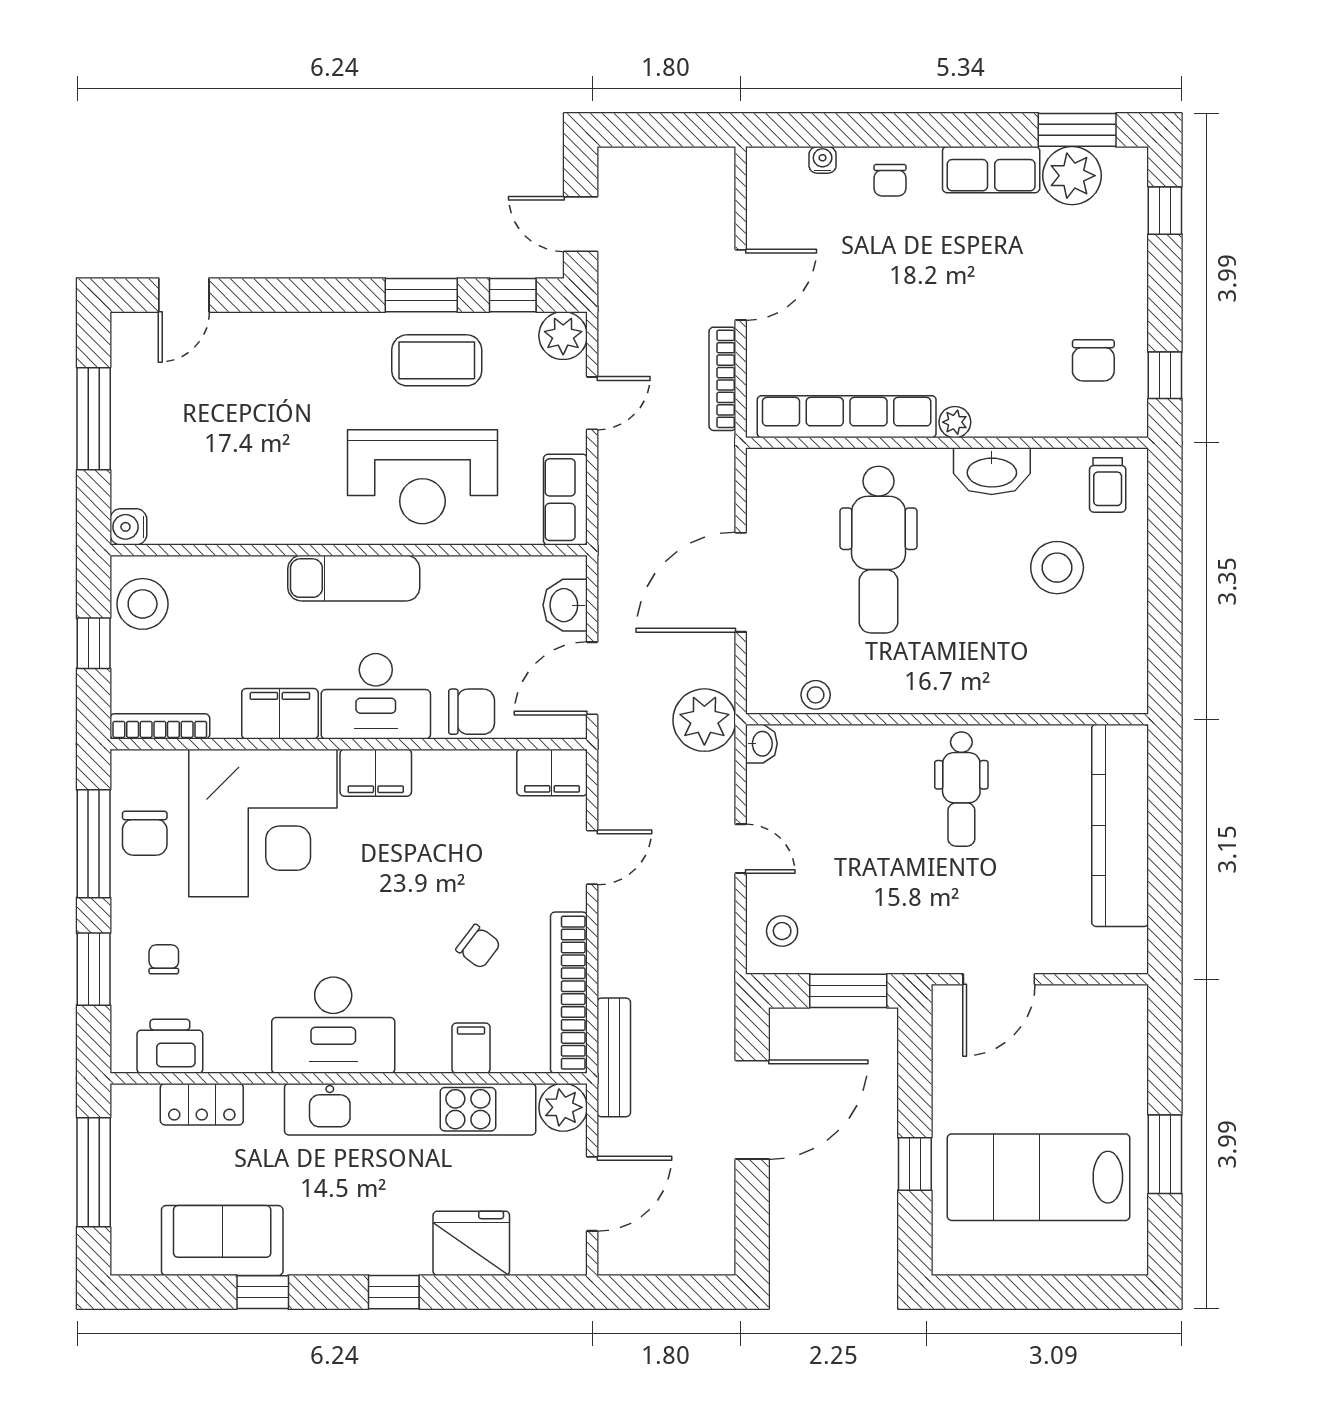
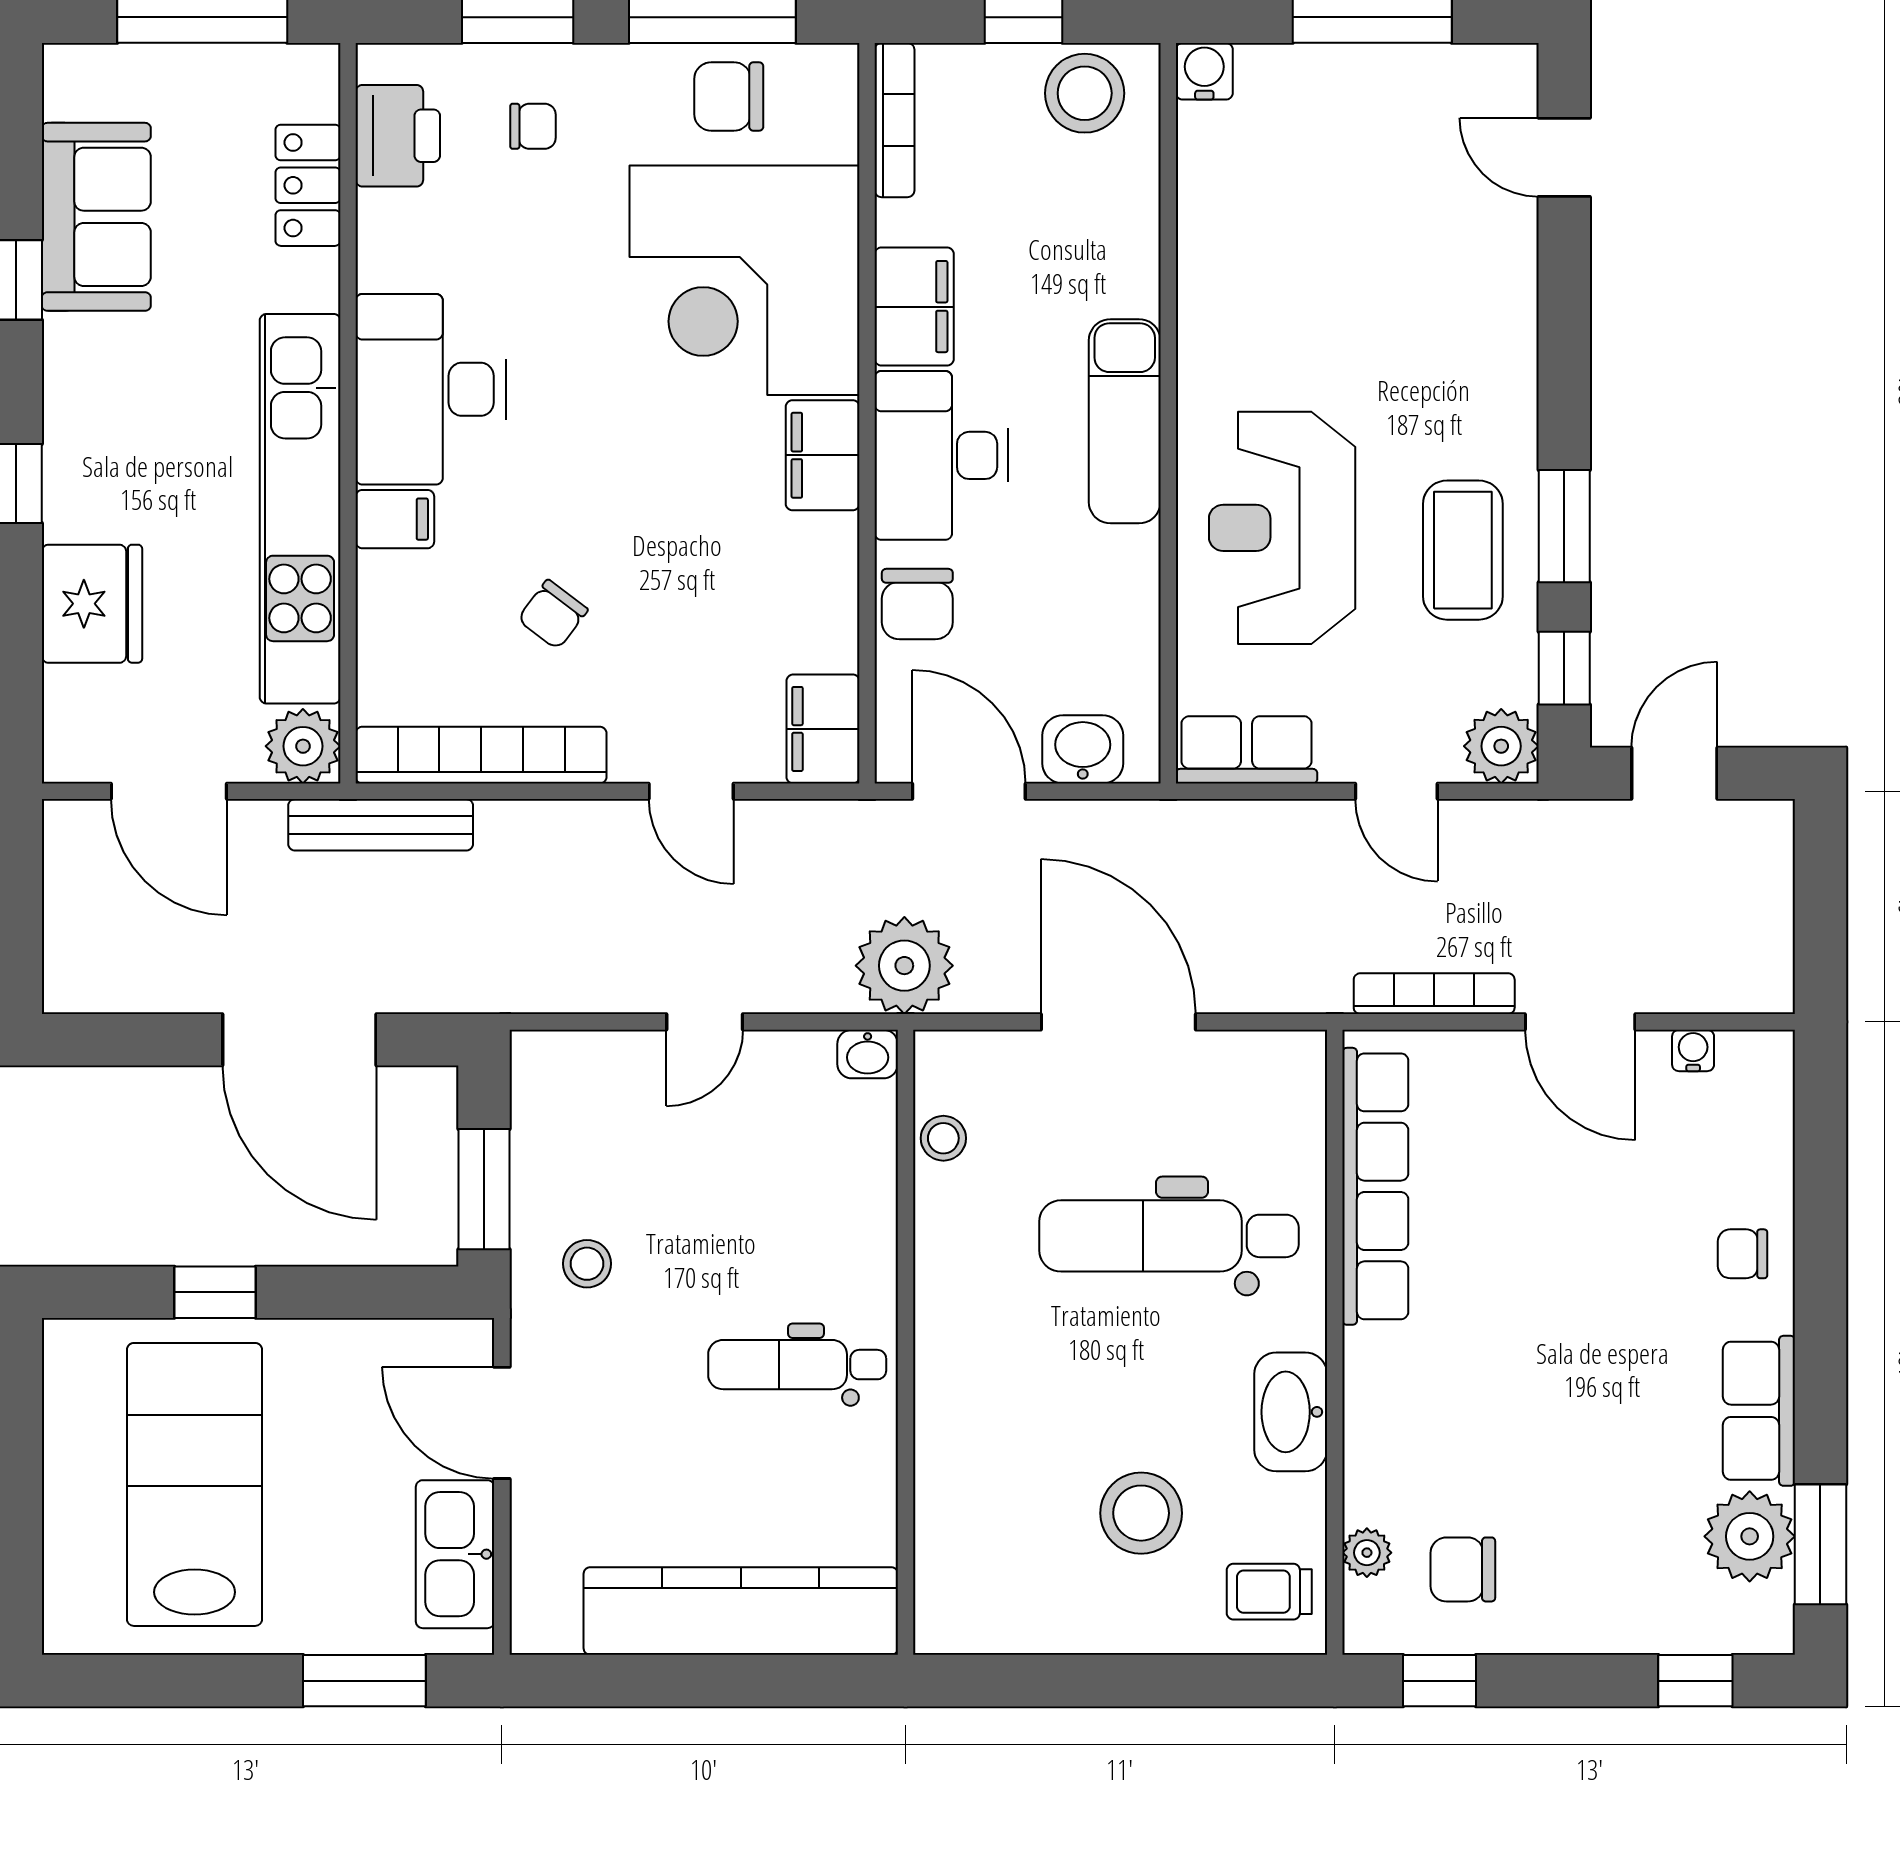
water cooler: (823, 160) -> (1693, 1050), moved, turned -90
plant: (955, 422) -> (1367, 1553), moved
stool: (782, 931) -> (587, 1264), moved
kitchen sink: (1083, 1009) -> (455, 1554), added
filing cabinet: (471, 1048) -> (395, 519), moved
window: (1165, 1154) -> (364, 1681), moved

